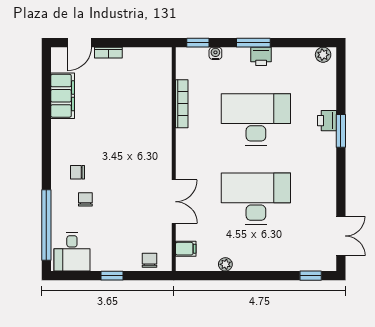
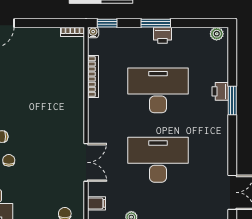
bookcase: (108, 53) -> (72, 32), moved
water cooler: (215, 53) -> (93, 33), moved

